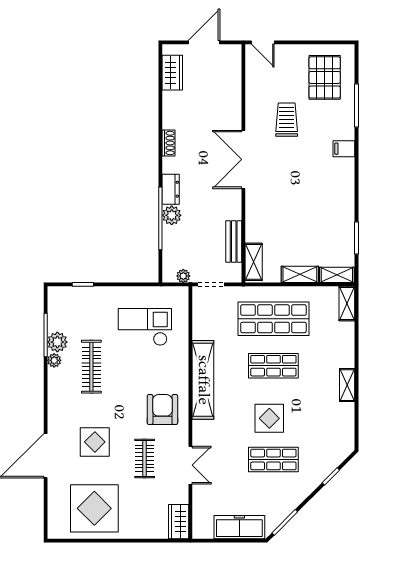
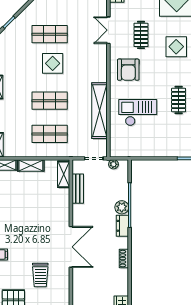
shop shelf: (273, 319) -> (50, 134), width x0.70, depth x0.74
checkout: (145, 327) -> (138, 113), moved, turned 180
clothes rail: (91, 367) -> (179, 100), width x0.73
shelving: (203, 380) -> (100, 111), moved

